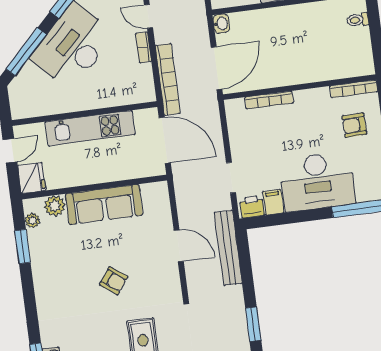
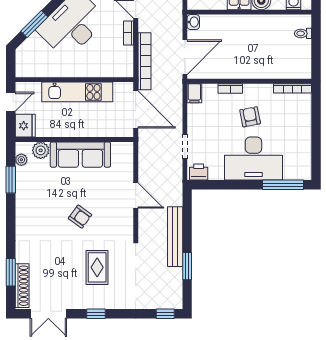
window: (26, 52) -> (34, 24), width x0.69
bookcase: (269, 100) -> (230, 88), width x0.64
armchair: (354, 125) -> (250, 117), moved, turned 81
filing cabinet: (273, 202) -> (194, 93), moved, turned 180
bench: (228, 248) -> (175, 237), moved

